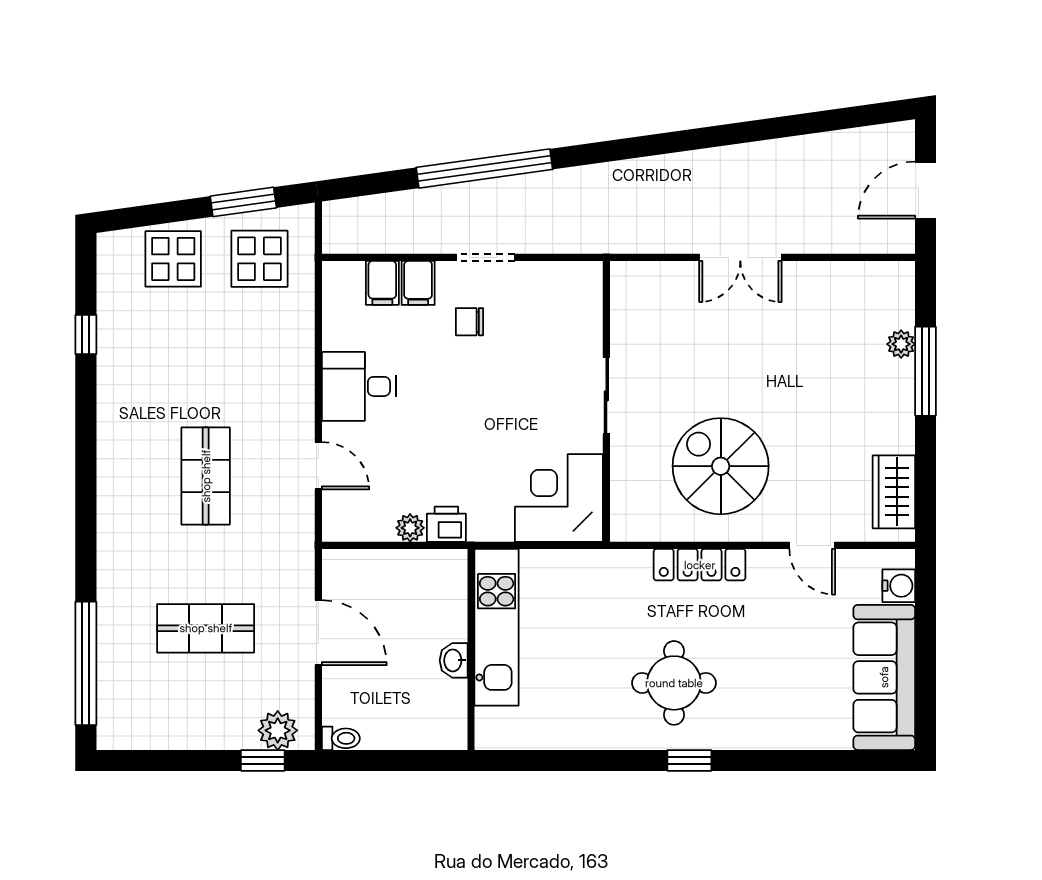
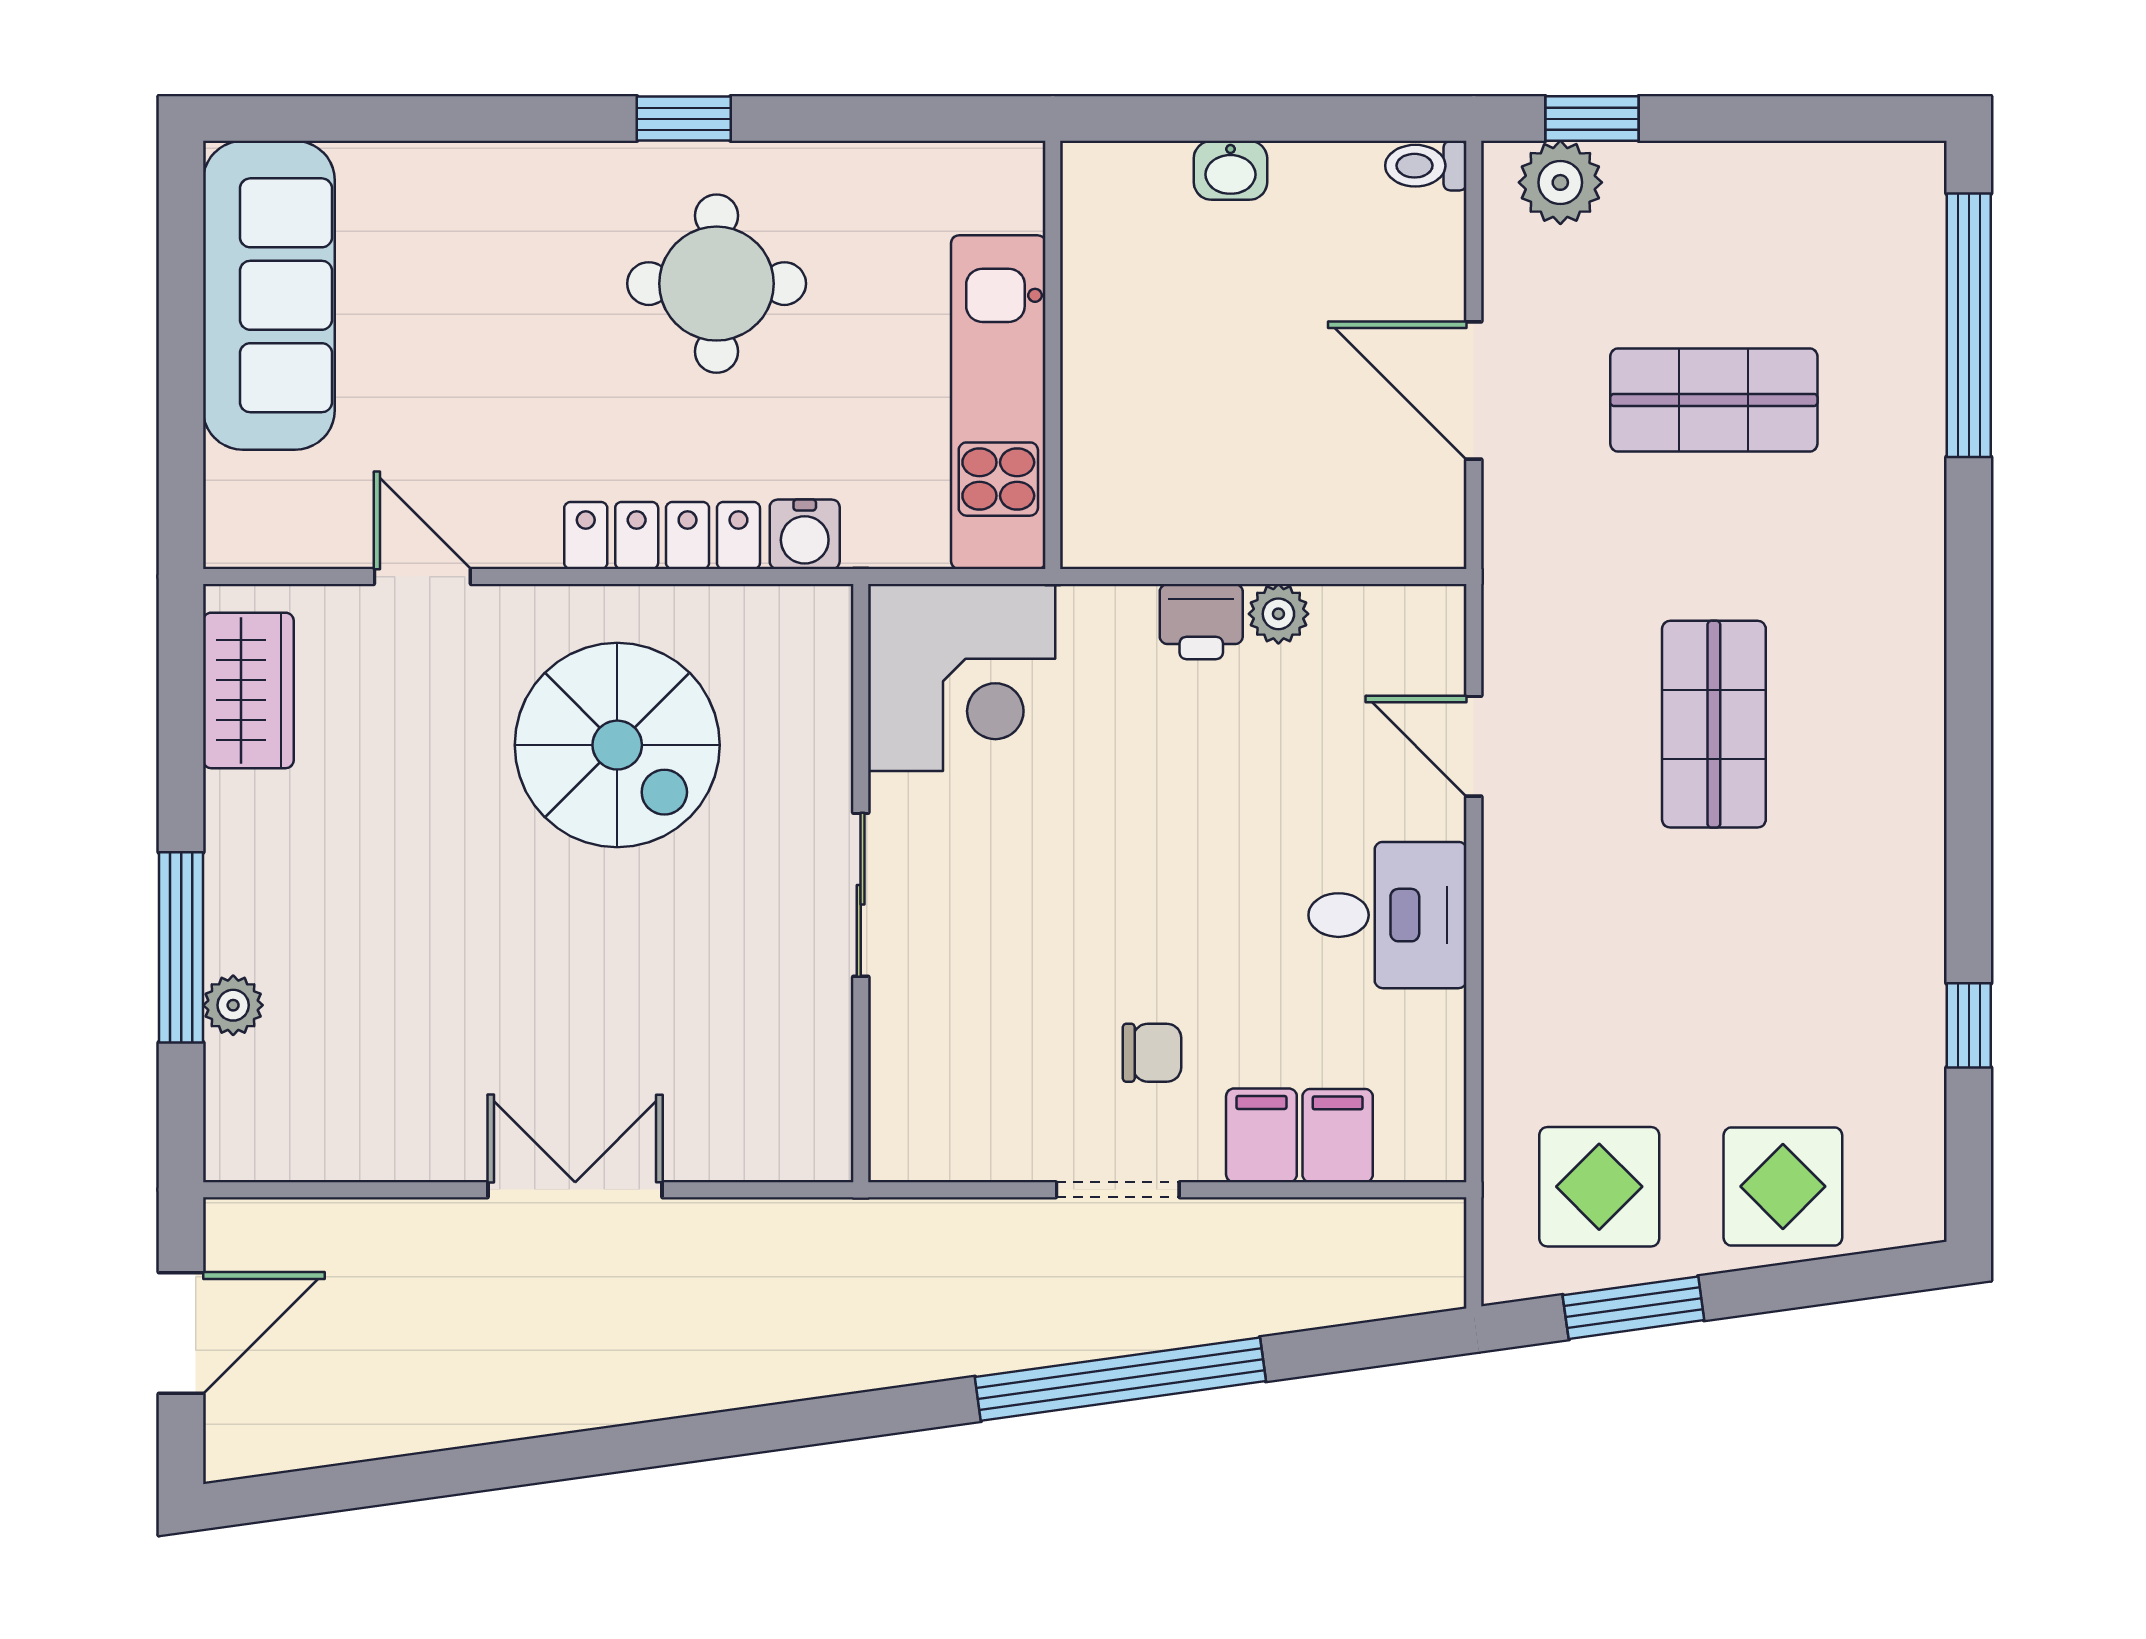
water cooler: (899, 586) -> (805, 534), moved, turned -90
kitchen unit: (497, 627) -> (998, 402), moved
wall: (471, 649) -> (1053, 355), moved
washbasin: (454, 660) -> (1230, 170), moved, turned 90

